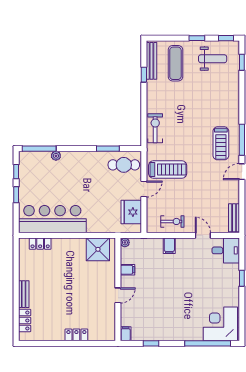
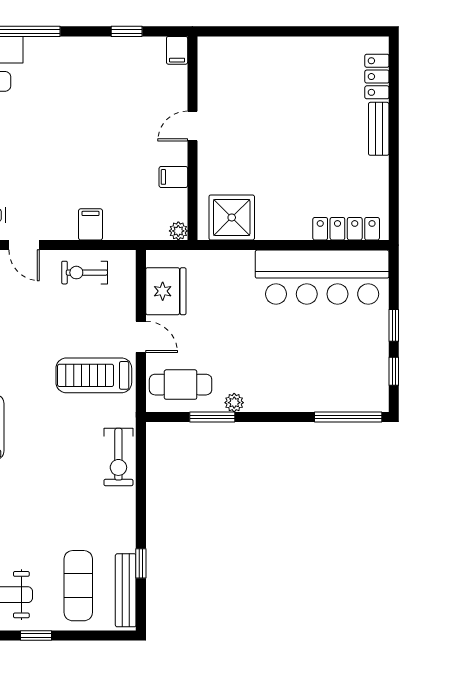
plant: (56, 156) -> (234, 403), moved
door: (144, 189) -> (141, 337), swing flipped
locker: (40, 244) -> (346, 229), width x1.53
locker: (76, 335) -> (274, 48), removed

